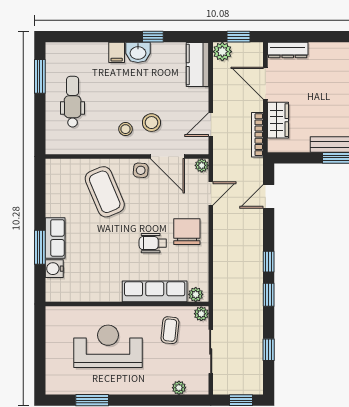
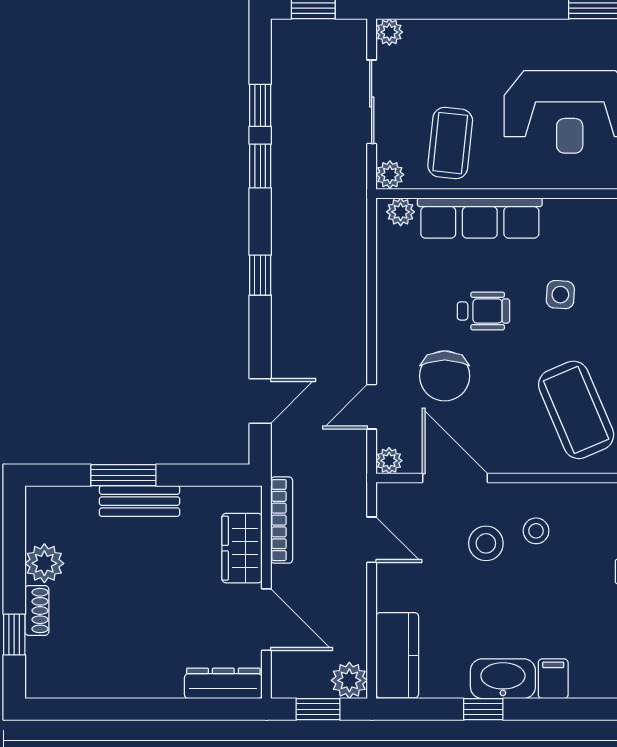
washbasin: (138, 52) -> (503, 679), width x1.38
door: (211, 124) -> (372, 540), hinge flipped
side table: (141, 170) -> (560, 295), moved
chair: (187, 232) -> (445, 376), moved
window: (269, 295) -> (260, 166), moved
coffee table: (170, 330) -> (450, 143), width x1.36, depth x1.30
plant: (179, 388) -> (389, 32), moved

